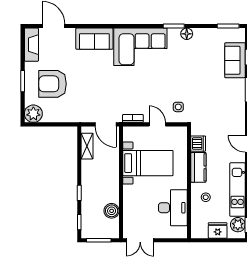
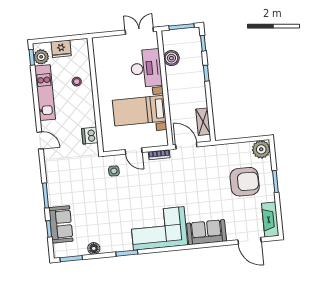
floor lamp: (187, 34) -> (94, 248), moved
kitchen counter: (198, 167) -> (87, 111), removed
desk: (173, 208) -> (146, 68), moved, turned 180

